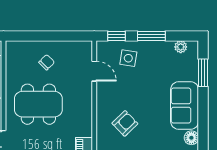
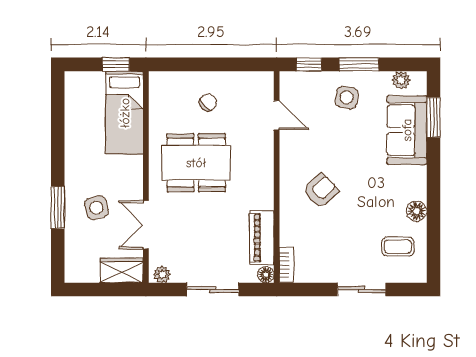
side table: (128, 58) -> (347, 98), moved
sofa: (185, 106) -> (407, 130), moved

